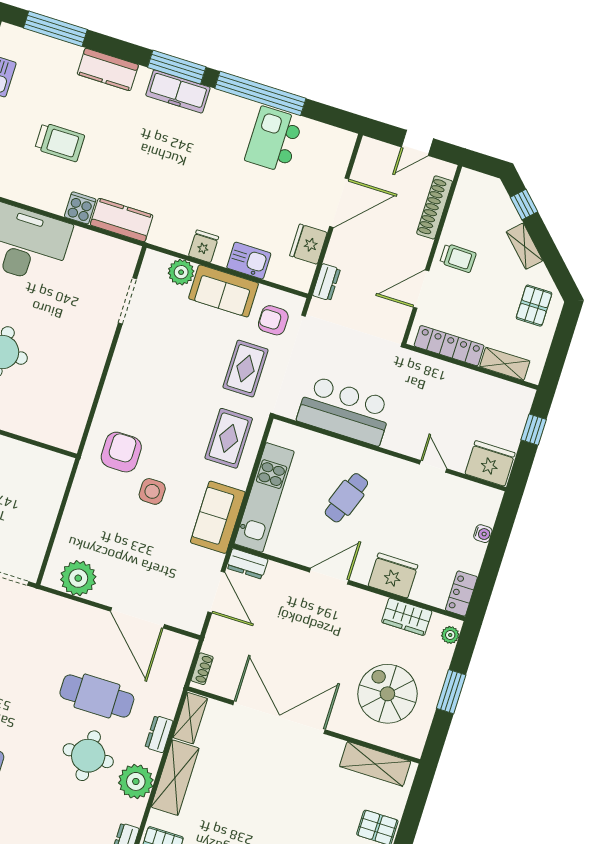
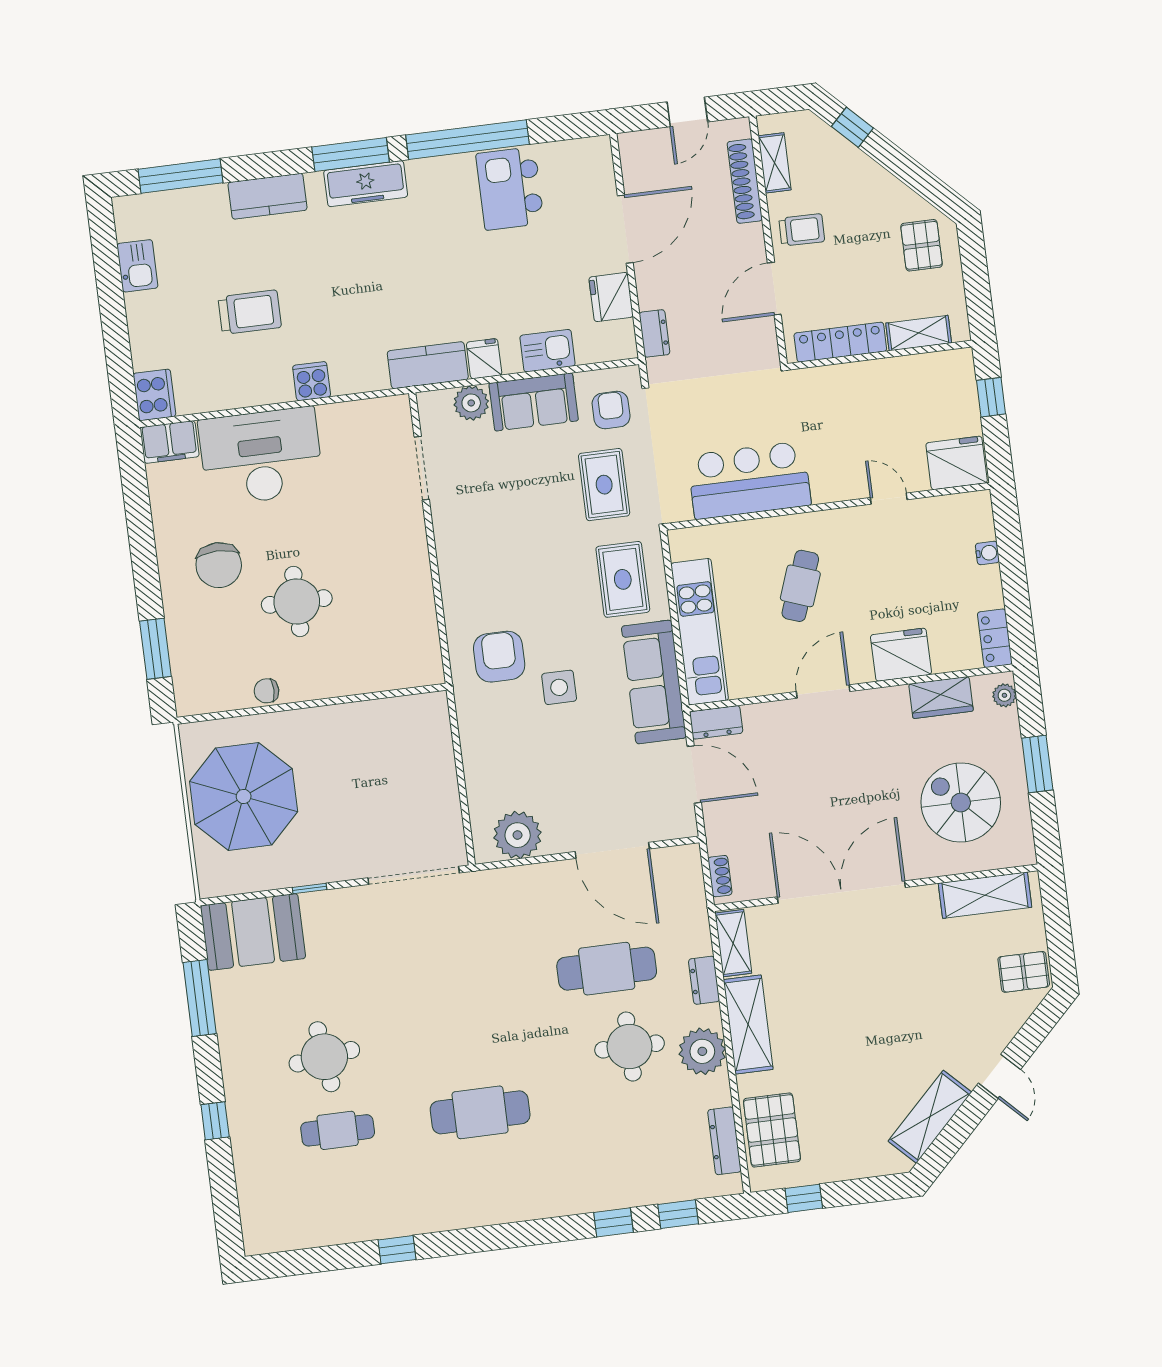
kitchen counter: (122, 220) -> (428, 365), moved
shelving: (524, 246) -> (775, 163), moved, turned 45
armchair: (273, 320) -> (611, 410), turned 90
sofa: (218, 517) -> (654, 682), width x1.36

